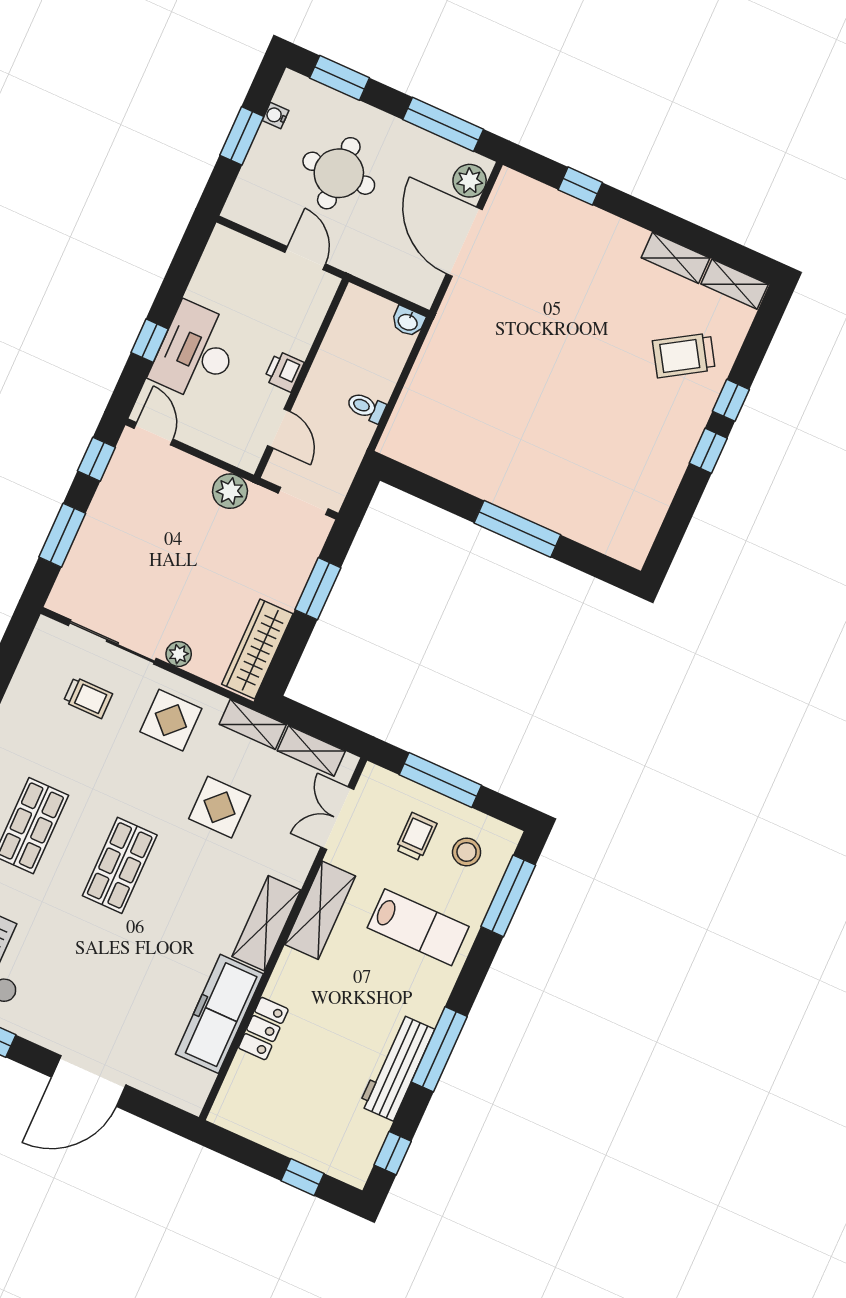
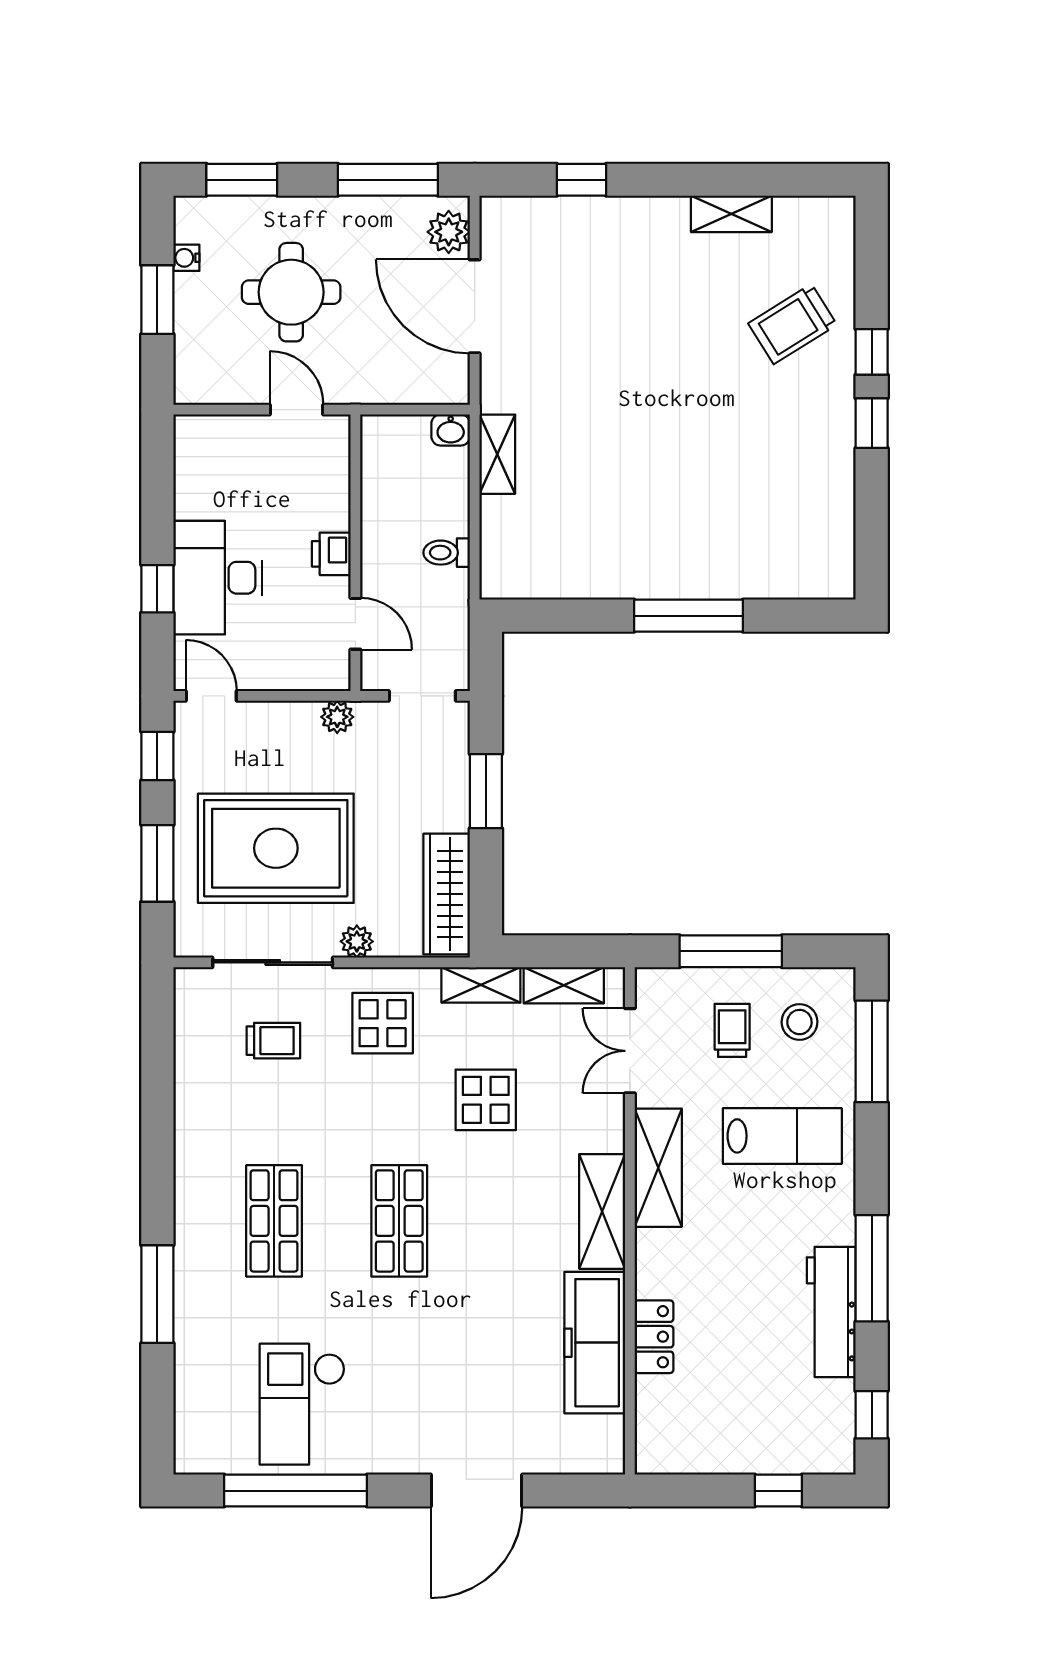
shelving: (735, 284) -> (497, 454), moved, turned 90
plant: (230, 491) -> (337, 717), width x0.73, depth x0.73
rug: (151, 562) -> (276, 848), added

